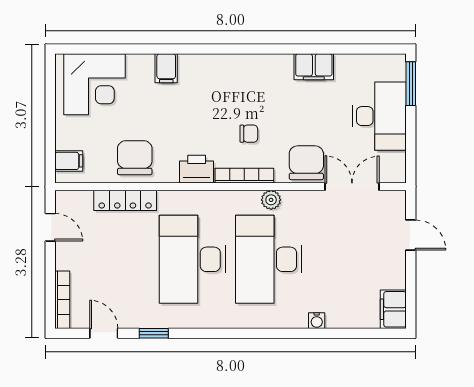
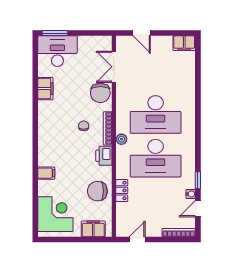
desk: (379, 116) -> (57, 51), moved
filing cabinet: (69, 161) -> (93, 229), width x2.00
chair: (306, 163) -> (100, 93), turned -90
locker: (125, 200) -> (122, 190), width x0.66
plant: (271, 200) -> (121, 139), moved
door: (411, 235) -> (142, 33), swing flipped
water cooler: (317, 321) -> (191, 194), moved

